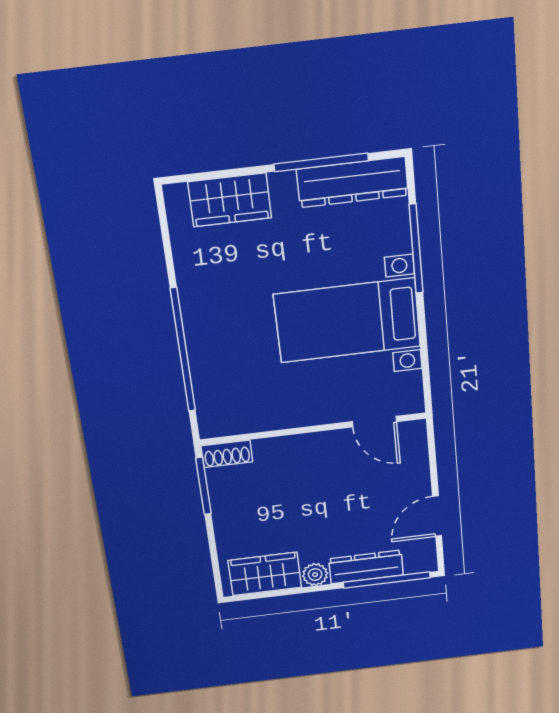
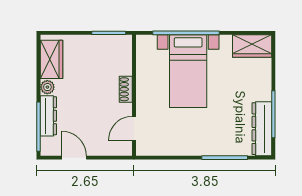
wardrobe: (230, 200) -> (252, 46), moved, turned -90
bed with nightstands: (347, 320) -> (188, 71), moved, turned 180
shoe rack: (227, 454) -> (126, 89), moved

